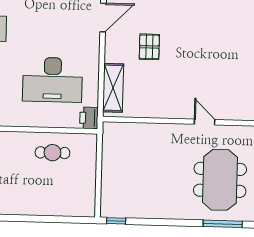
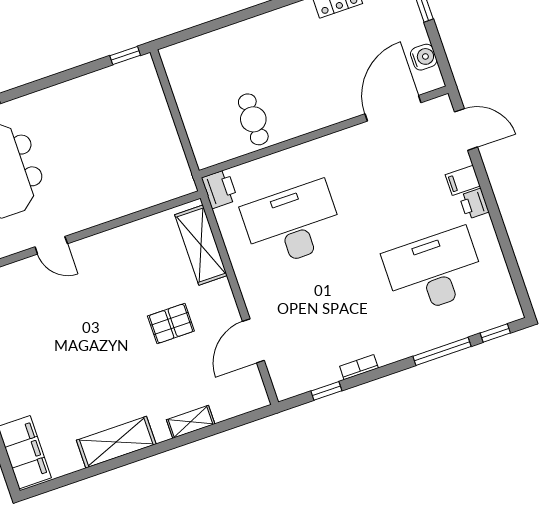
pallet: (149, 47) -> (171, 324), turned 90
cafe table: (52, 153) -> (253, 119), turned 90

